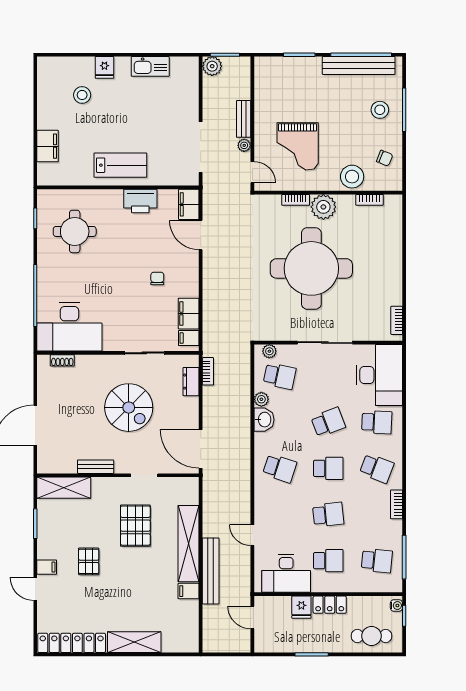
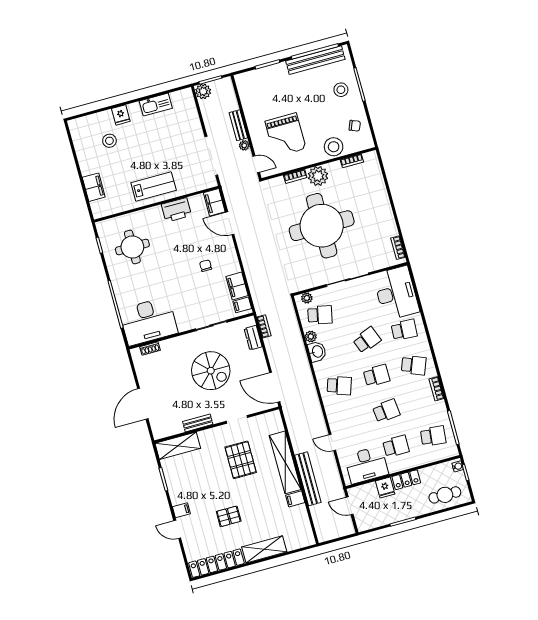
pallet: (89, 561) -> (229, 516), moved, turned 90

